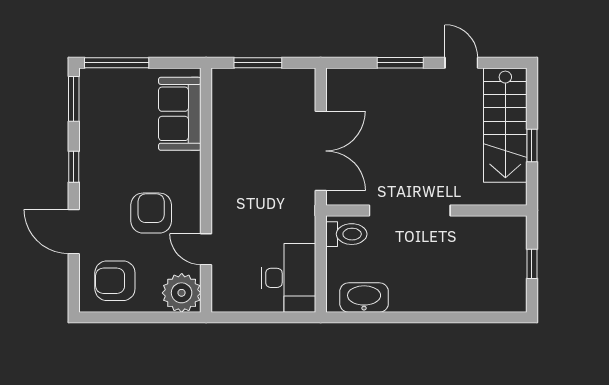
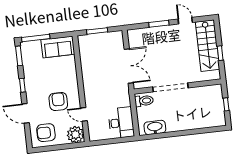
sofa: (180, 114) -> (58, 47), moved, turned -90

